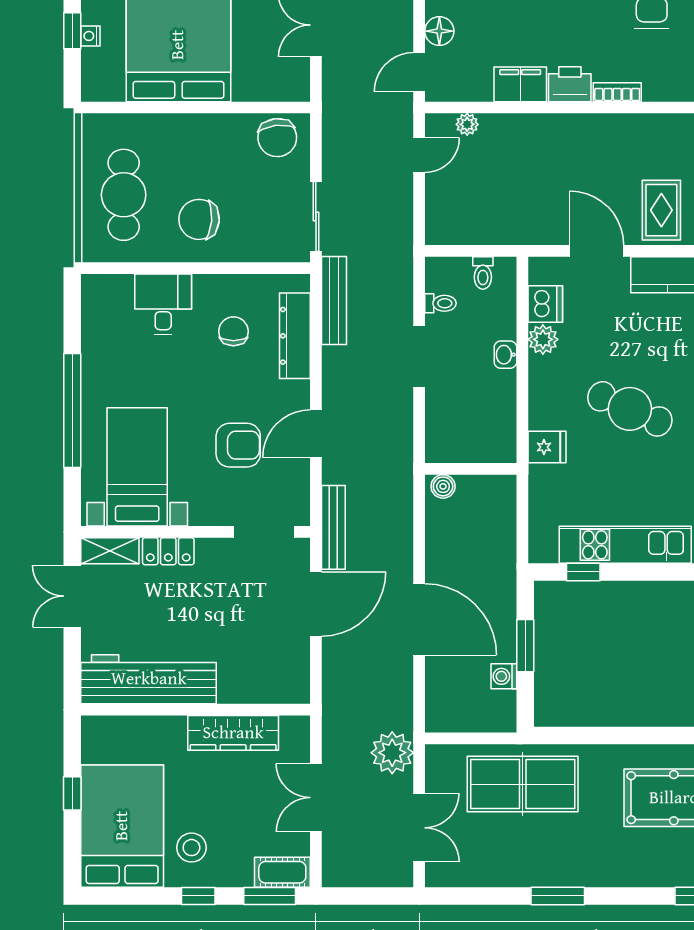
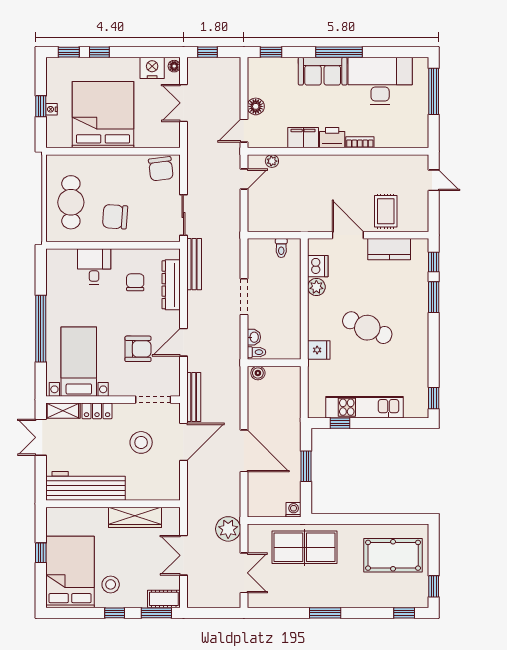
toilet: (440, 303) -> (256, 352), moved
washbasin: (505, 355) -> (254, 337), moved, turned 180
stool: (244, 605) -> (141, 442), added
washing machine: (504, 676) -> (294, 510), moved, turned 90

